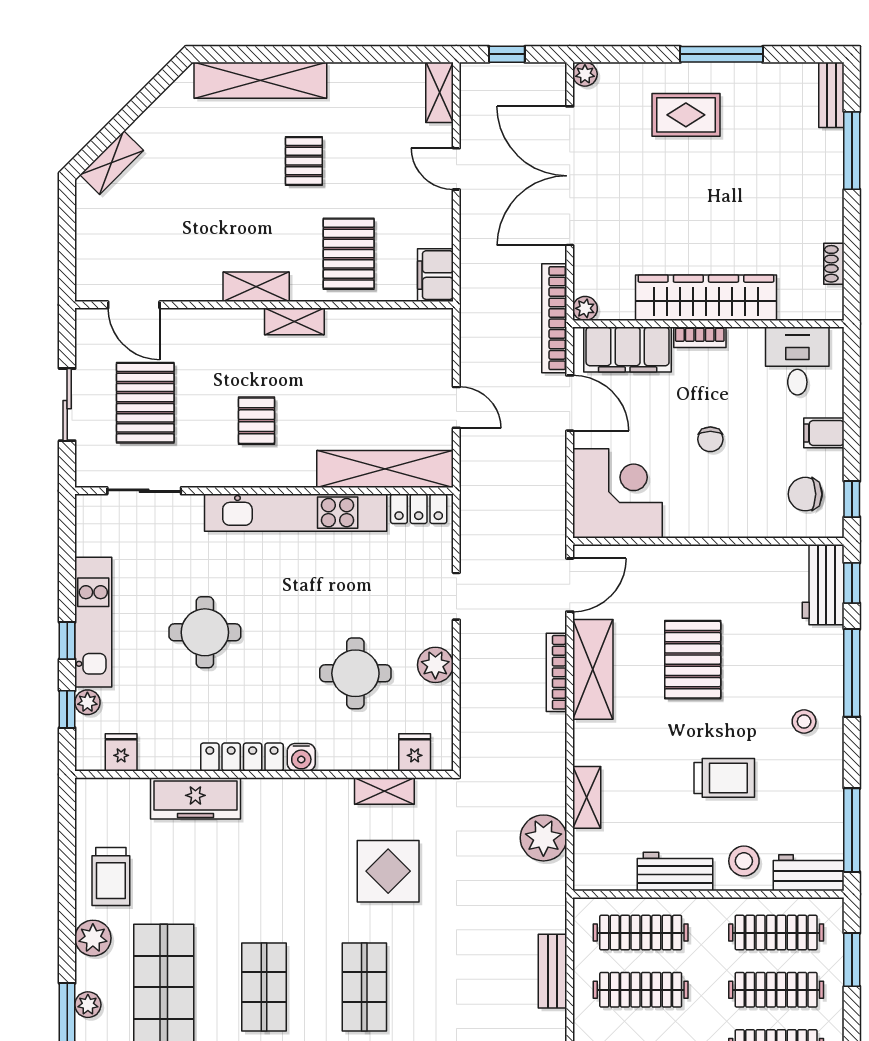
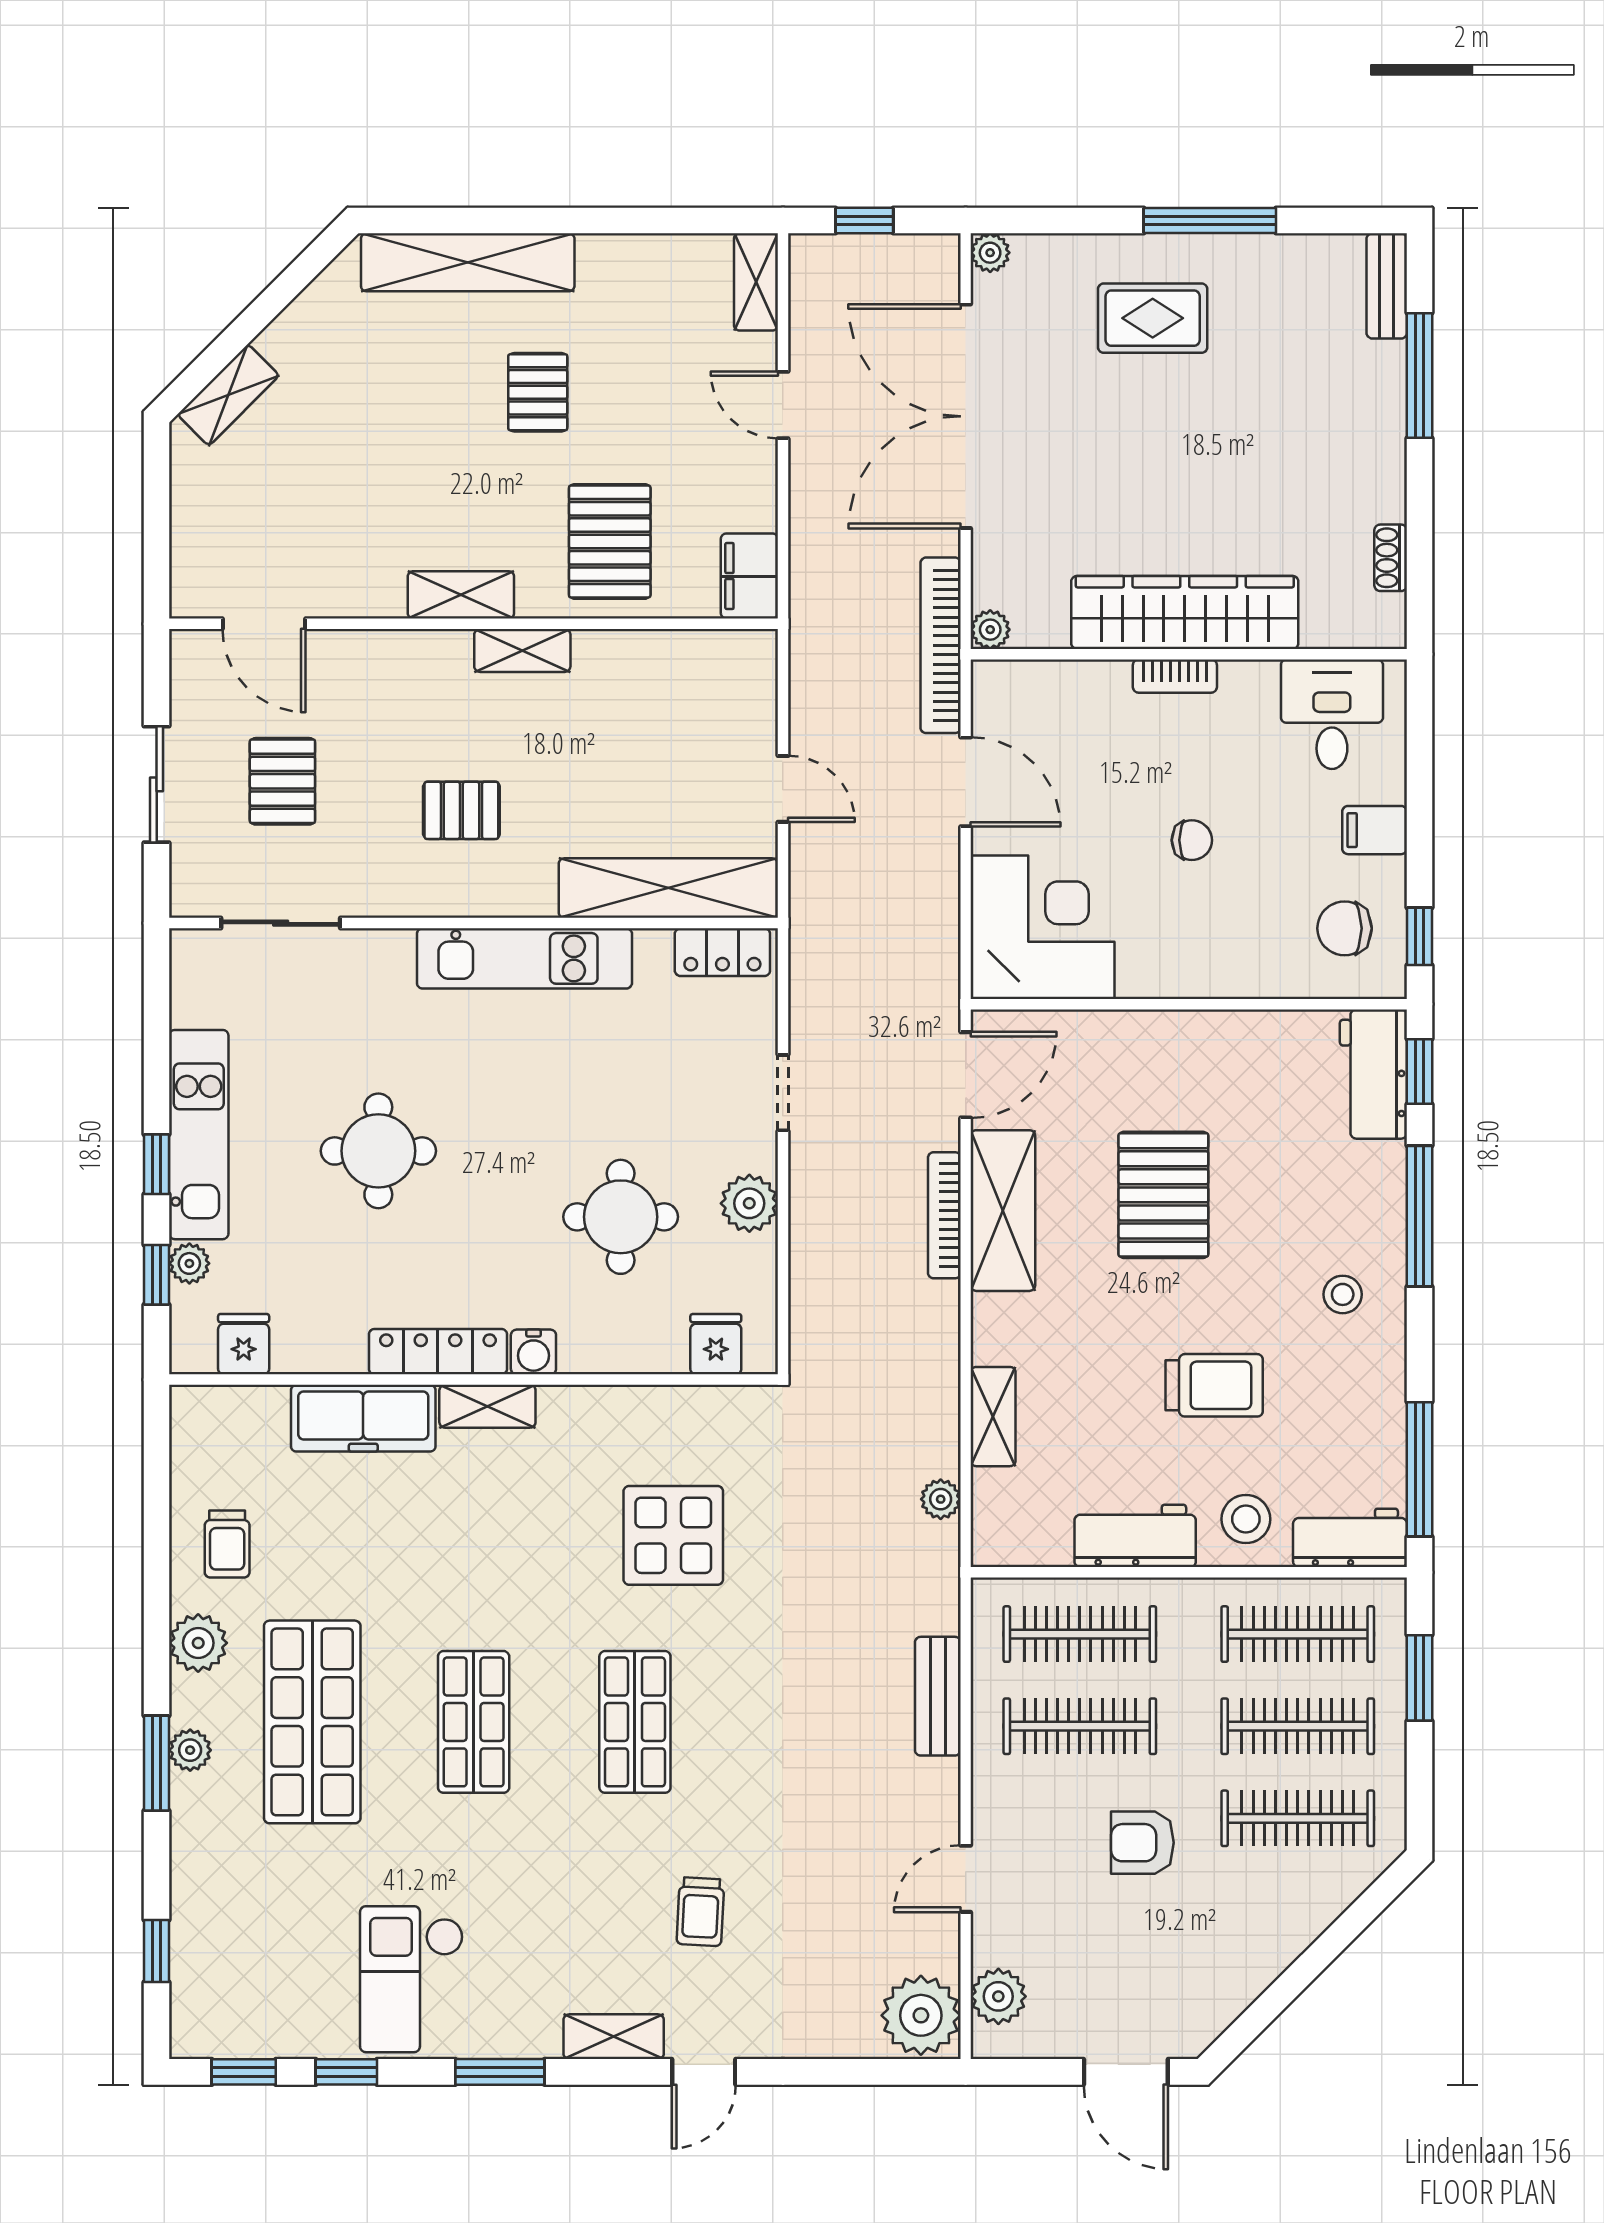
filing cabinet: (628, 350) -> (1059, 696), removed
pallet: (145, 403) -> (282, 781), width x0.67, depth x0.71
pallet: (257, 421) -> (461, 810), turned 90
chair: (710, 439) -> (1192, 840), turned -90
kitchen unit: (296, 513) -> (524, 958), width x0.73
shelving: (384, 791) -> (487, 1406), moved
plant: (543, 838) -> (941, 1499), width x0.53, depth x0.53
trolley: (111, 877) -> (227, 1544), width x0.73, depth x0.72

